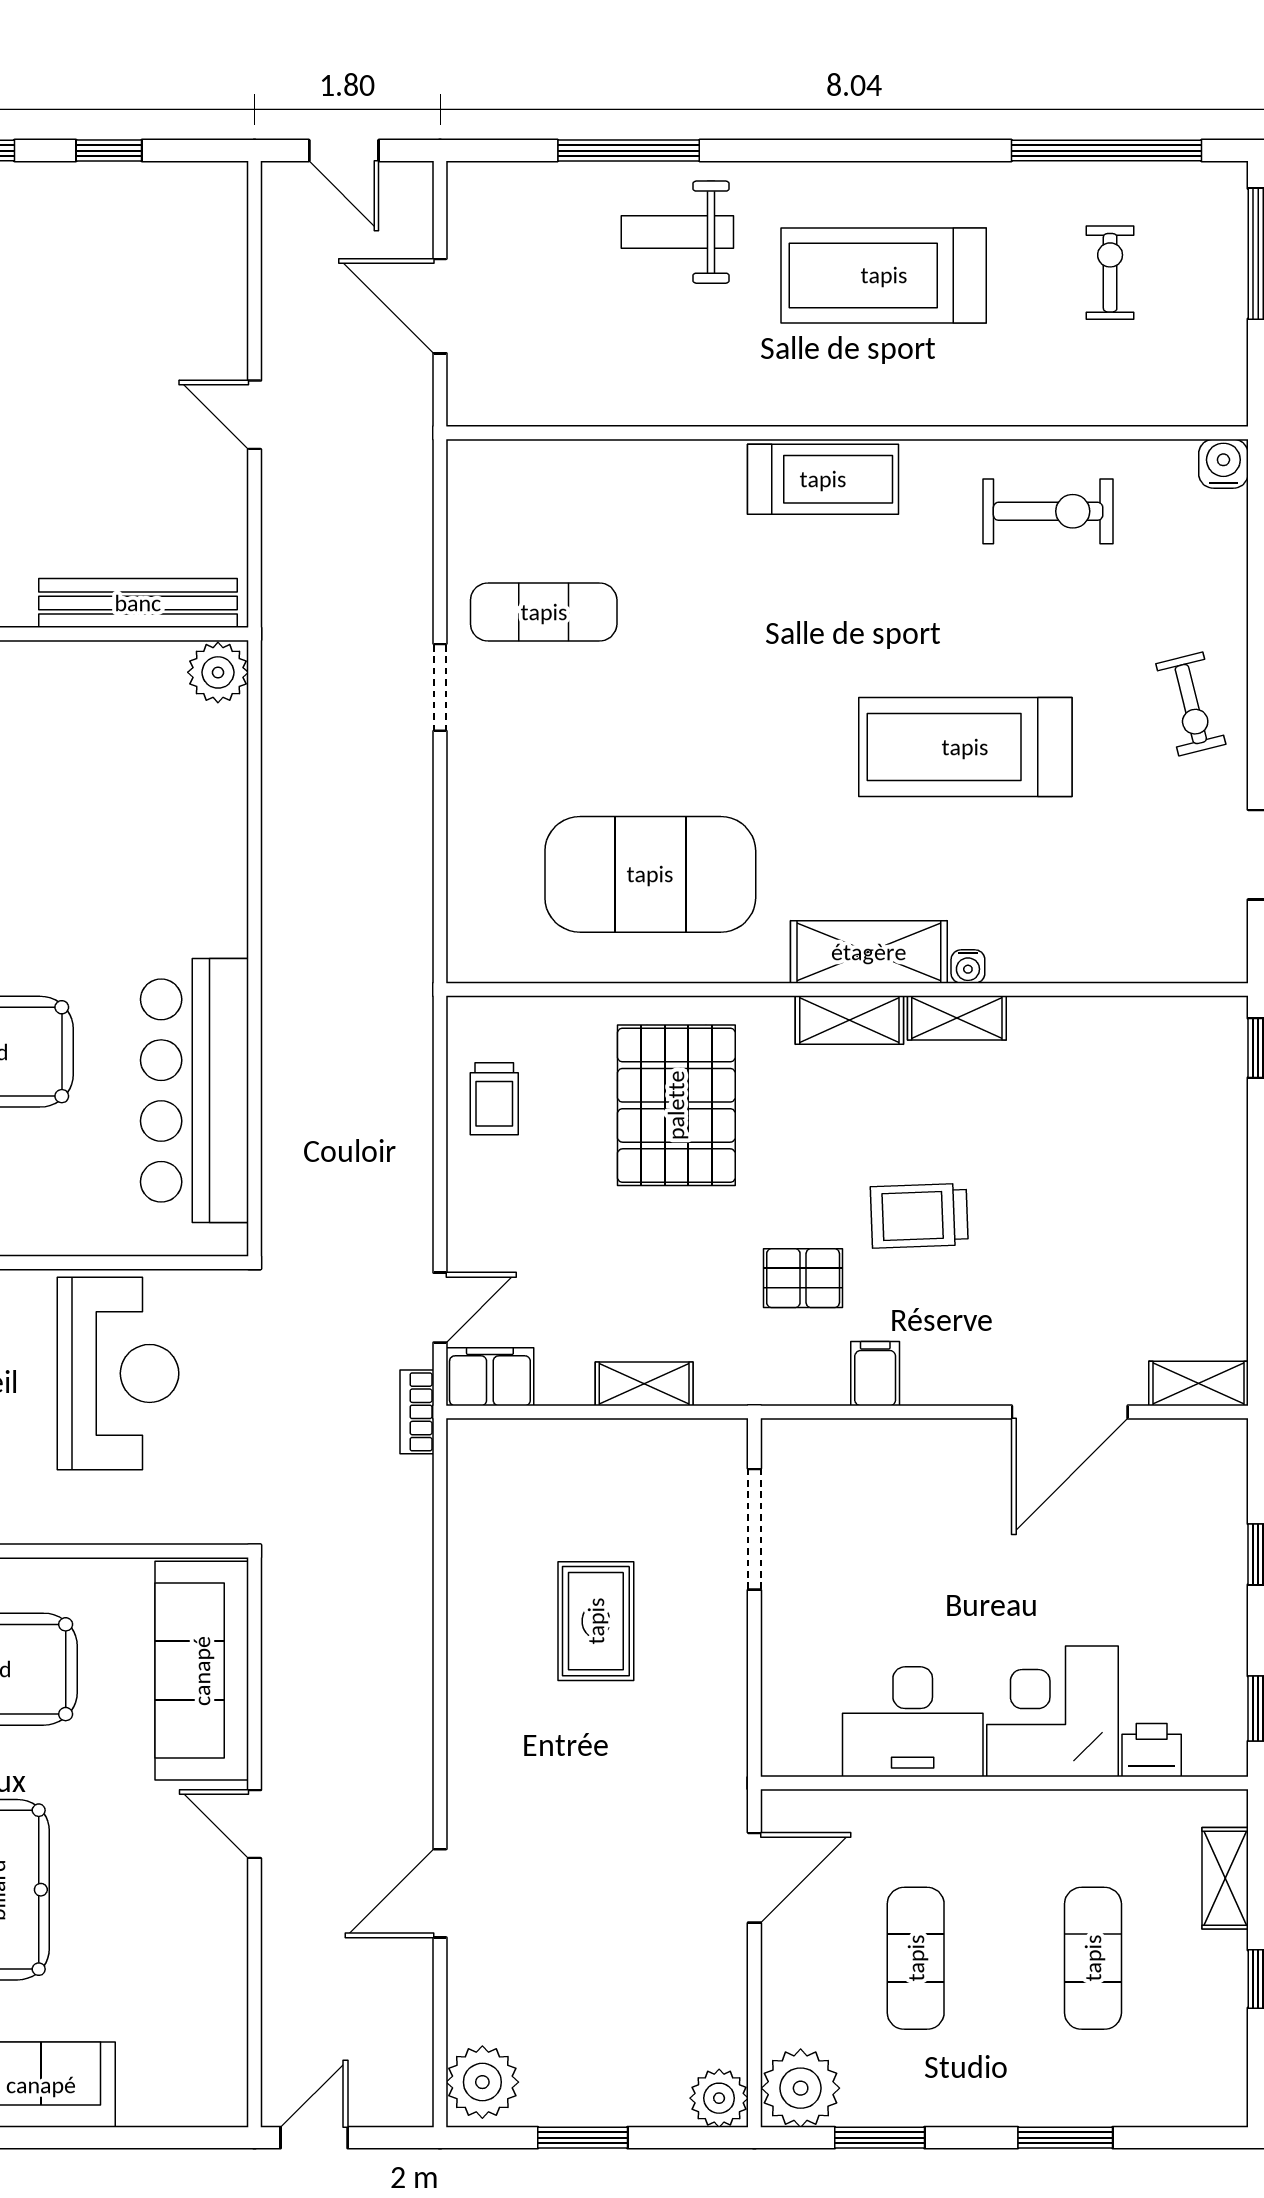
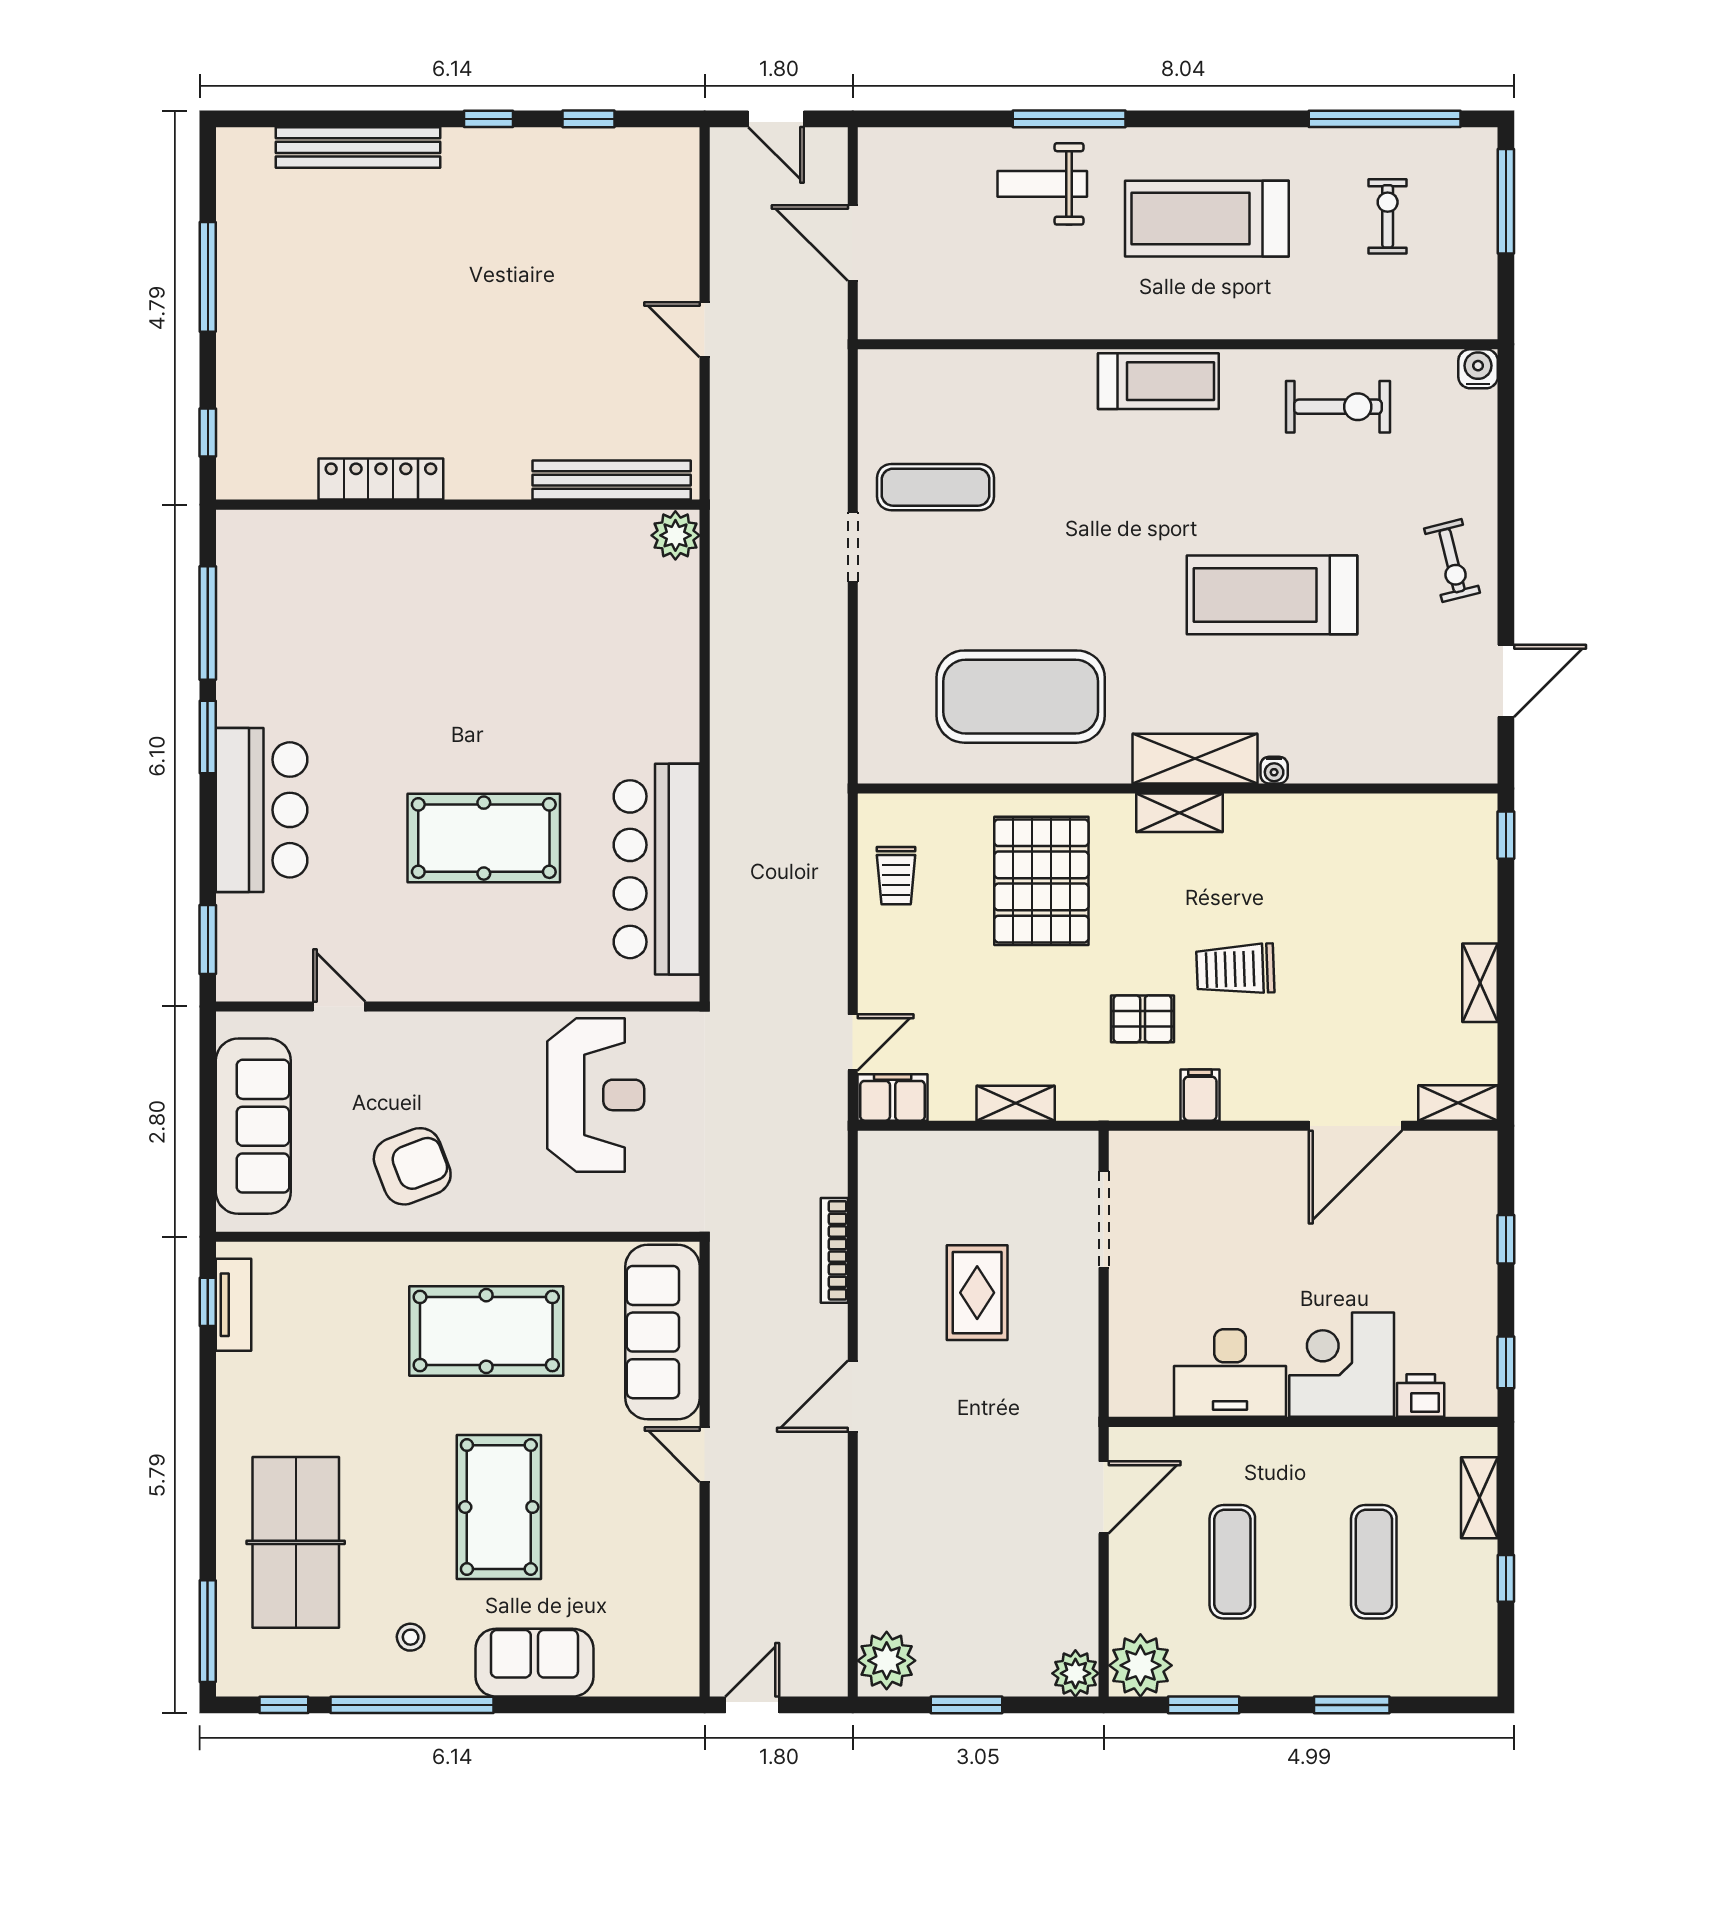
window: (629, 151) -> (1069, 119), moved
shelving: (957, 1018) -> (1480, 983), moved, turned 90
bookcase: (417, 1412) -> (834, 1250), moved, width x1.56
door: (440, 1893) -> (853, 1396), moved

